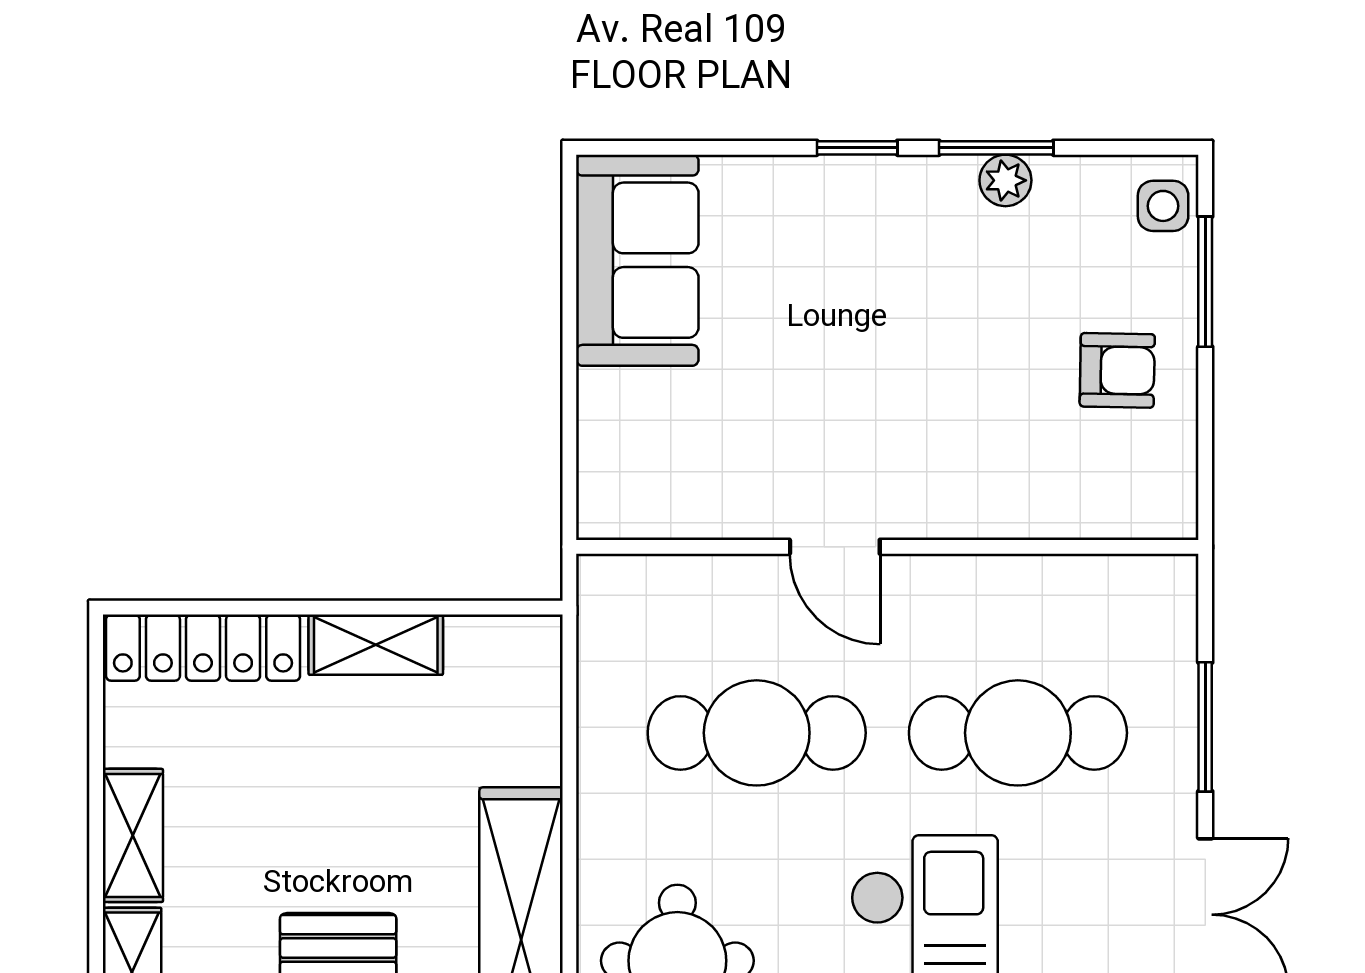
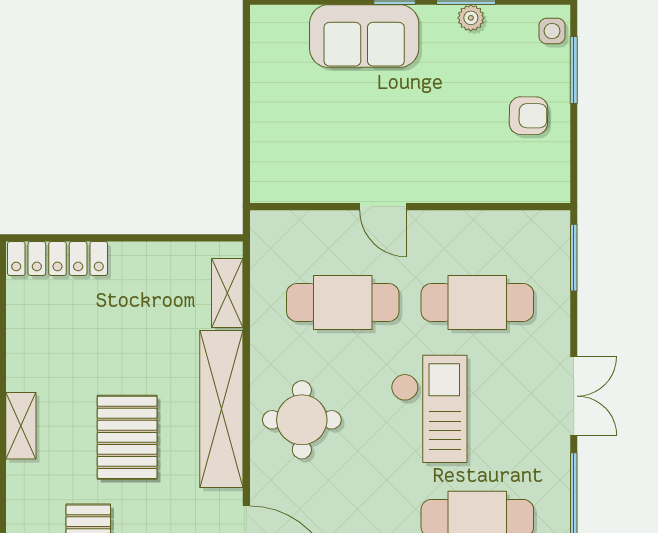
sofa: (637, 260) -> (364, 36), moved, turned 90
shelving: (376, 645) -> (227, 293), moved, turned 90
window: (1205, 727) -> (574, 258), moved
shelving: (133, 835) -> (21, 355), removed

